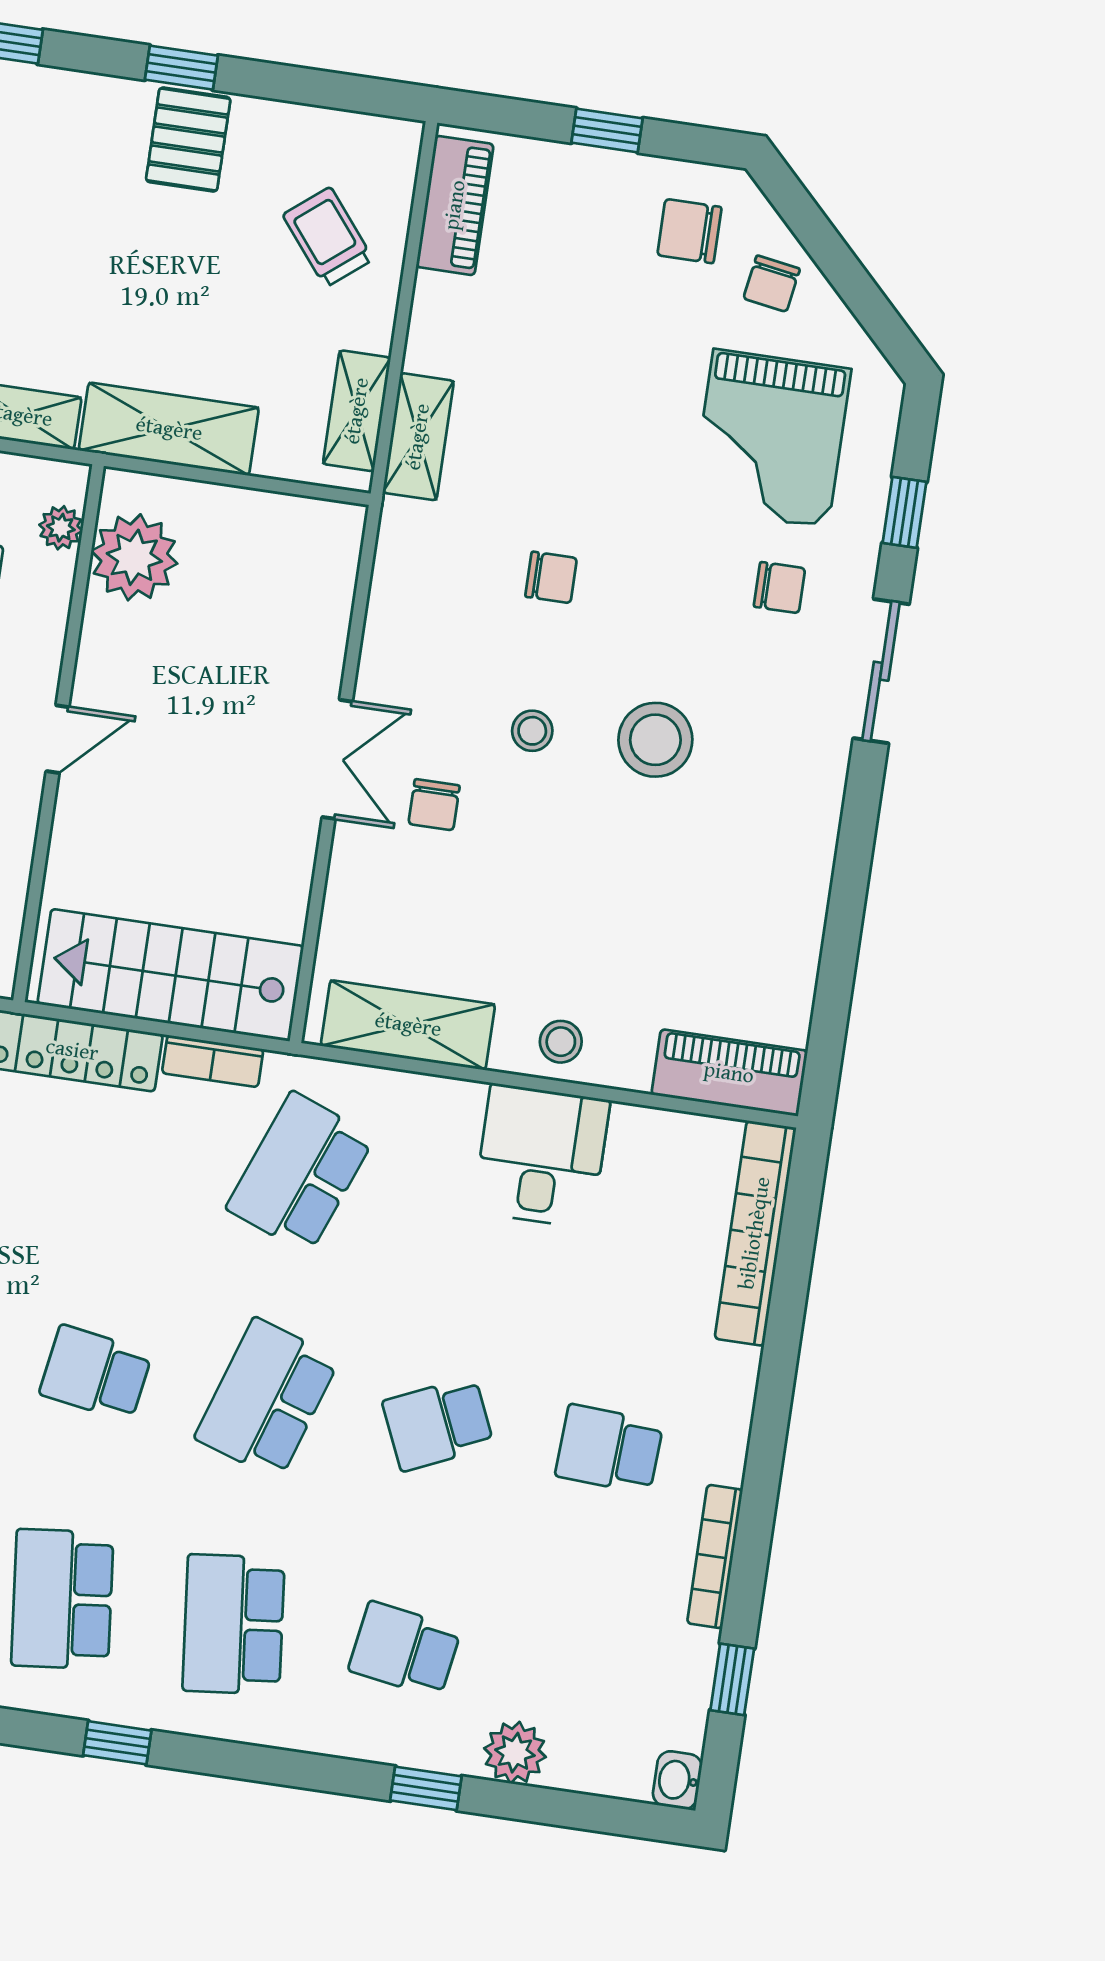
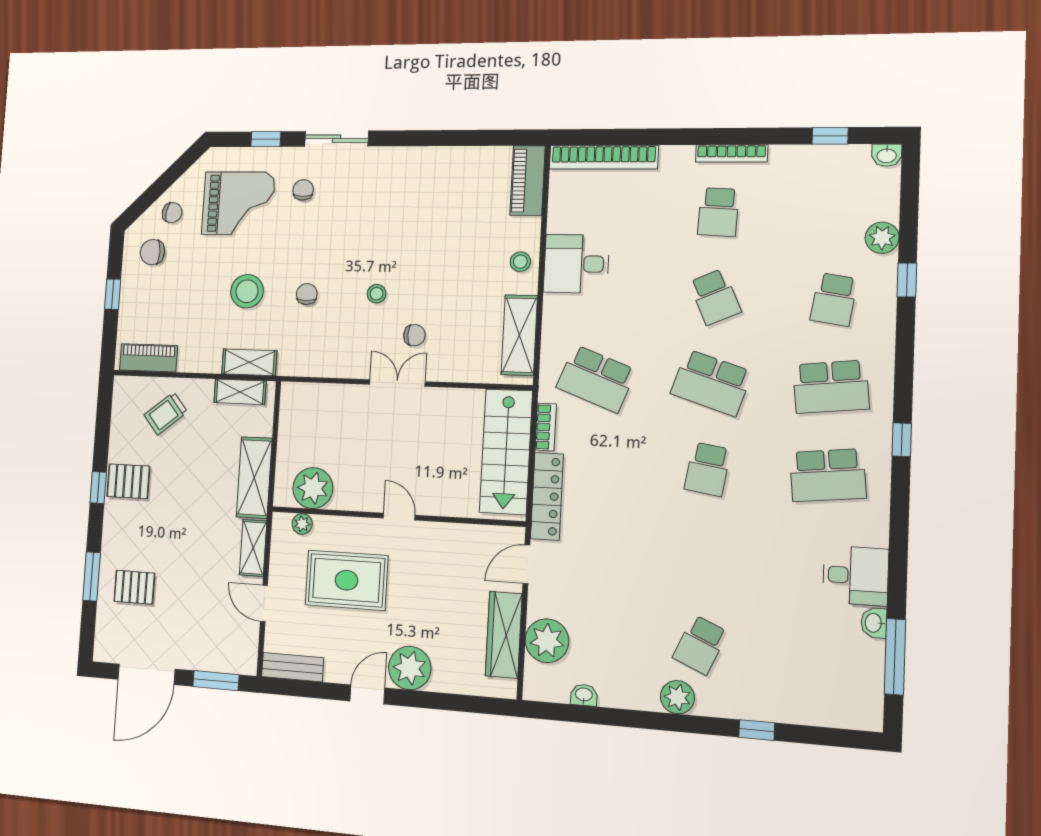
chair: (689, 231) -> (152, 252), turned 90
stool: (655, 740) -> (247, 291), moved
bookcase: (715, 1557) -> (731, 153), moved

